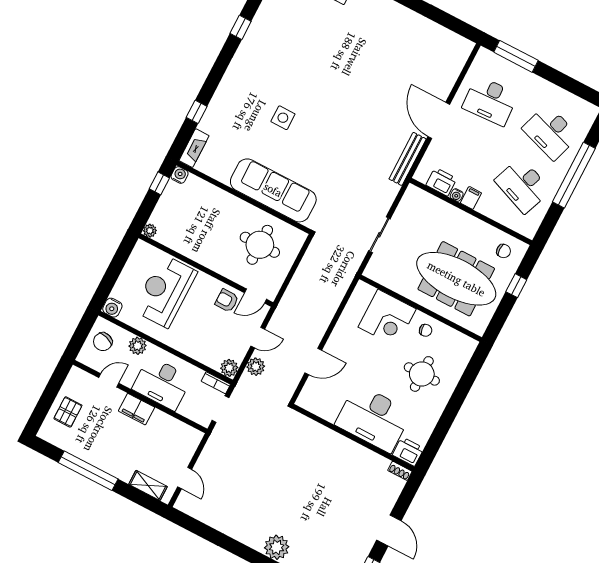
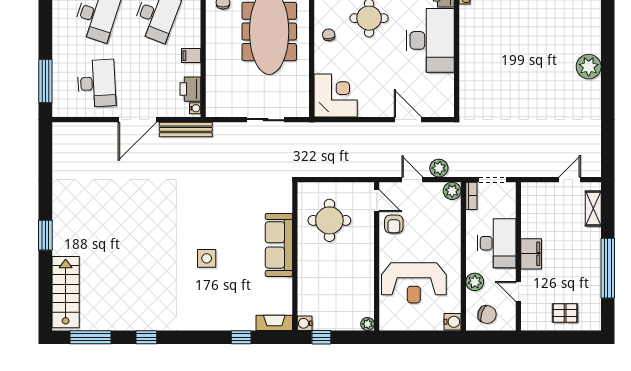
sofa: (273, 190) -> (279, 245), width x0.74, depth x0.79
water cooler: (457, 195) -> (195, 108), moved
corner desk: (387, 318) -> (336, 96), moved

